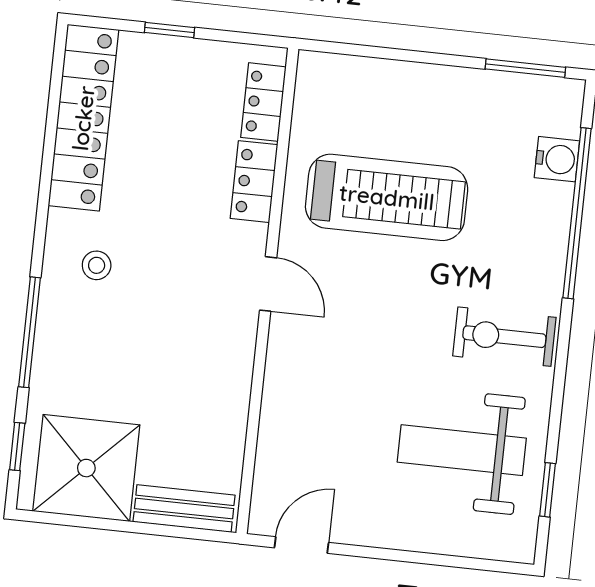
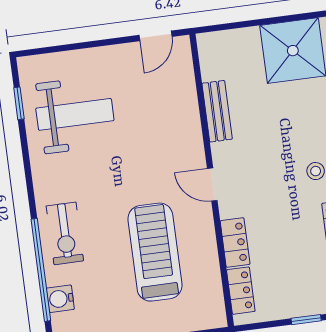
treadmill: (387, 197) -> (155, 252), turned 90
exercise bike: (504, 337) -> (65, 233), moved, turned 90
bench: (184, 509) -> (217, 111), moved, turned 90

